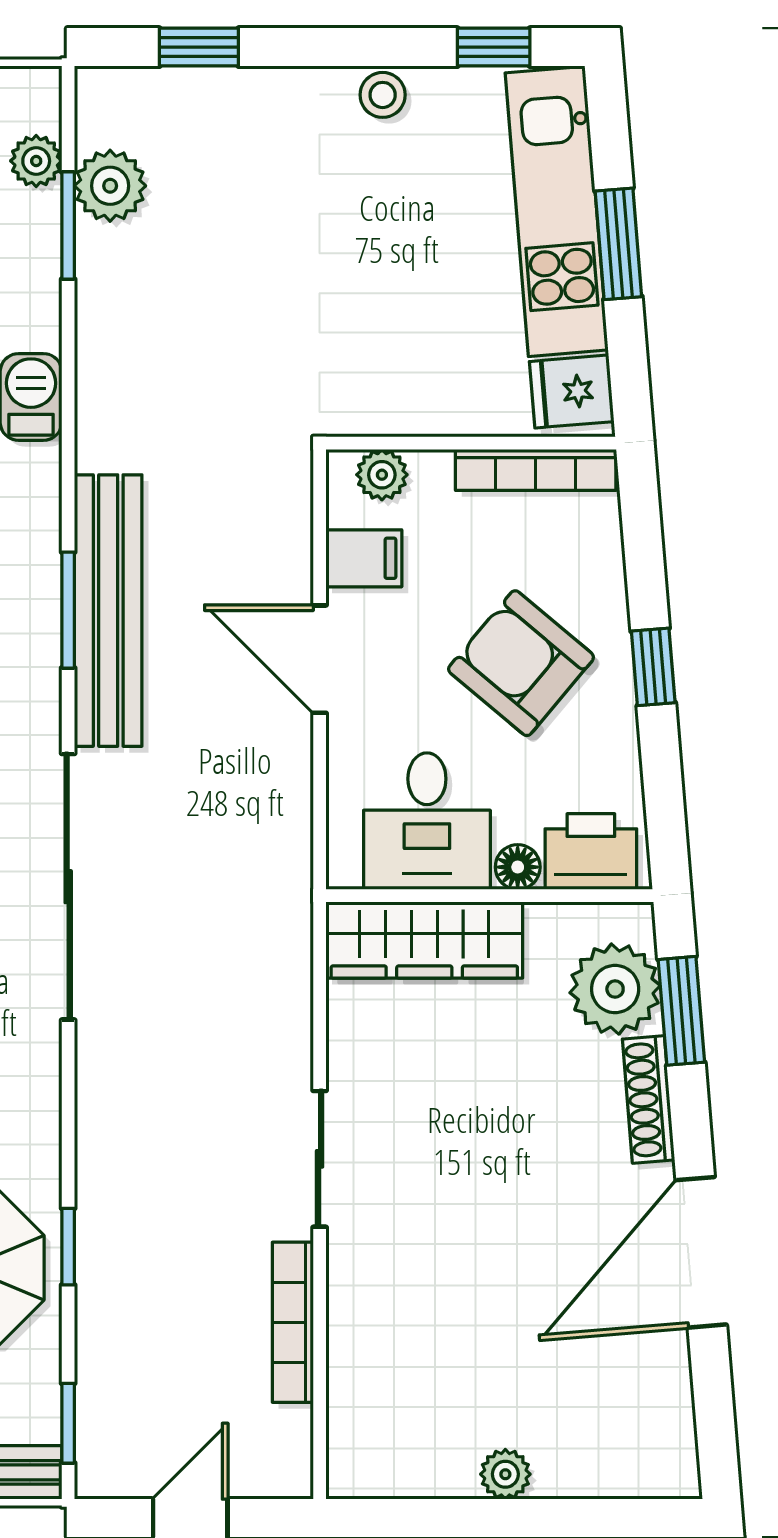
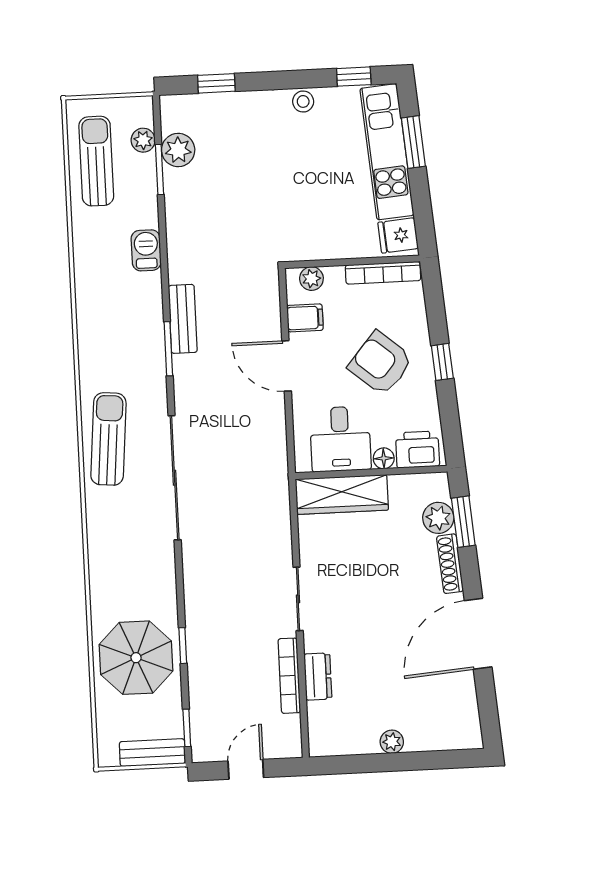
window: (618, 244) -> (413, 142), moved
bench: (108, 611) -> (183, 319), width x0.54, depth x0.82
plant: (615, 989) -> (438, 518), width x0.73, depth x0.73
dresser: (354, 1327) -> (318, 677), added

